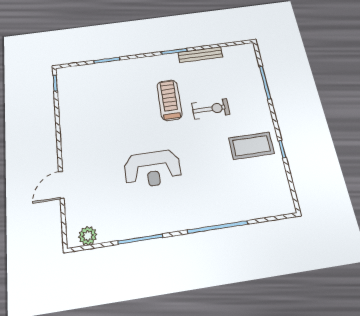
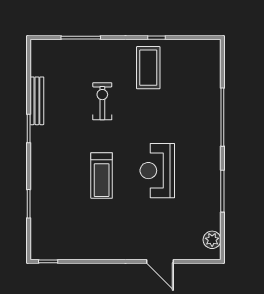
treadmill: (169, 100) -> (102, 176), moved, turned -90
reception desk: (153, 169) -> (157, 171), turned 180

